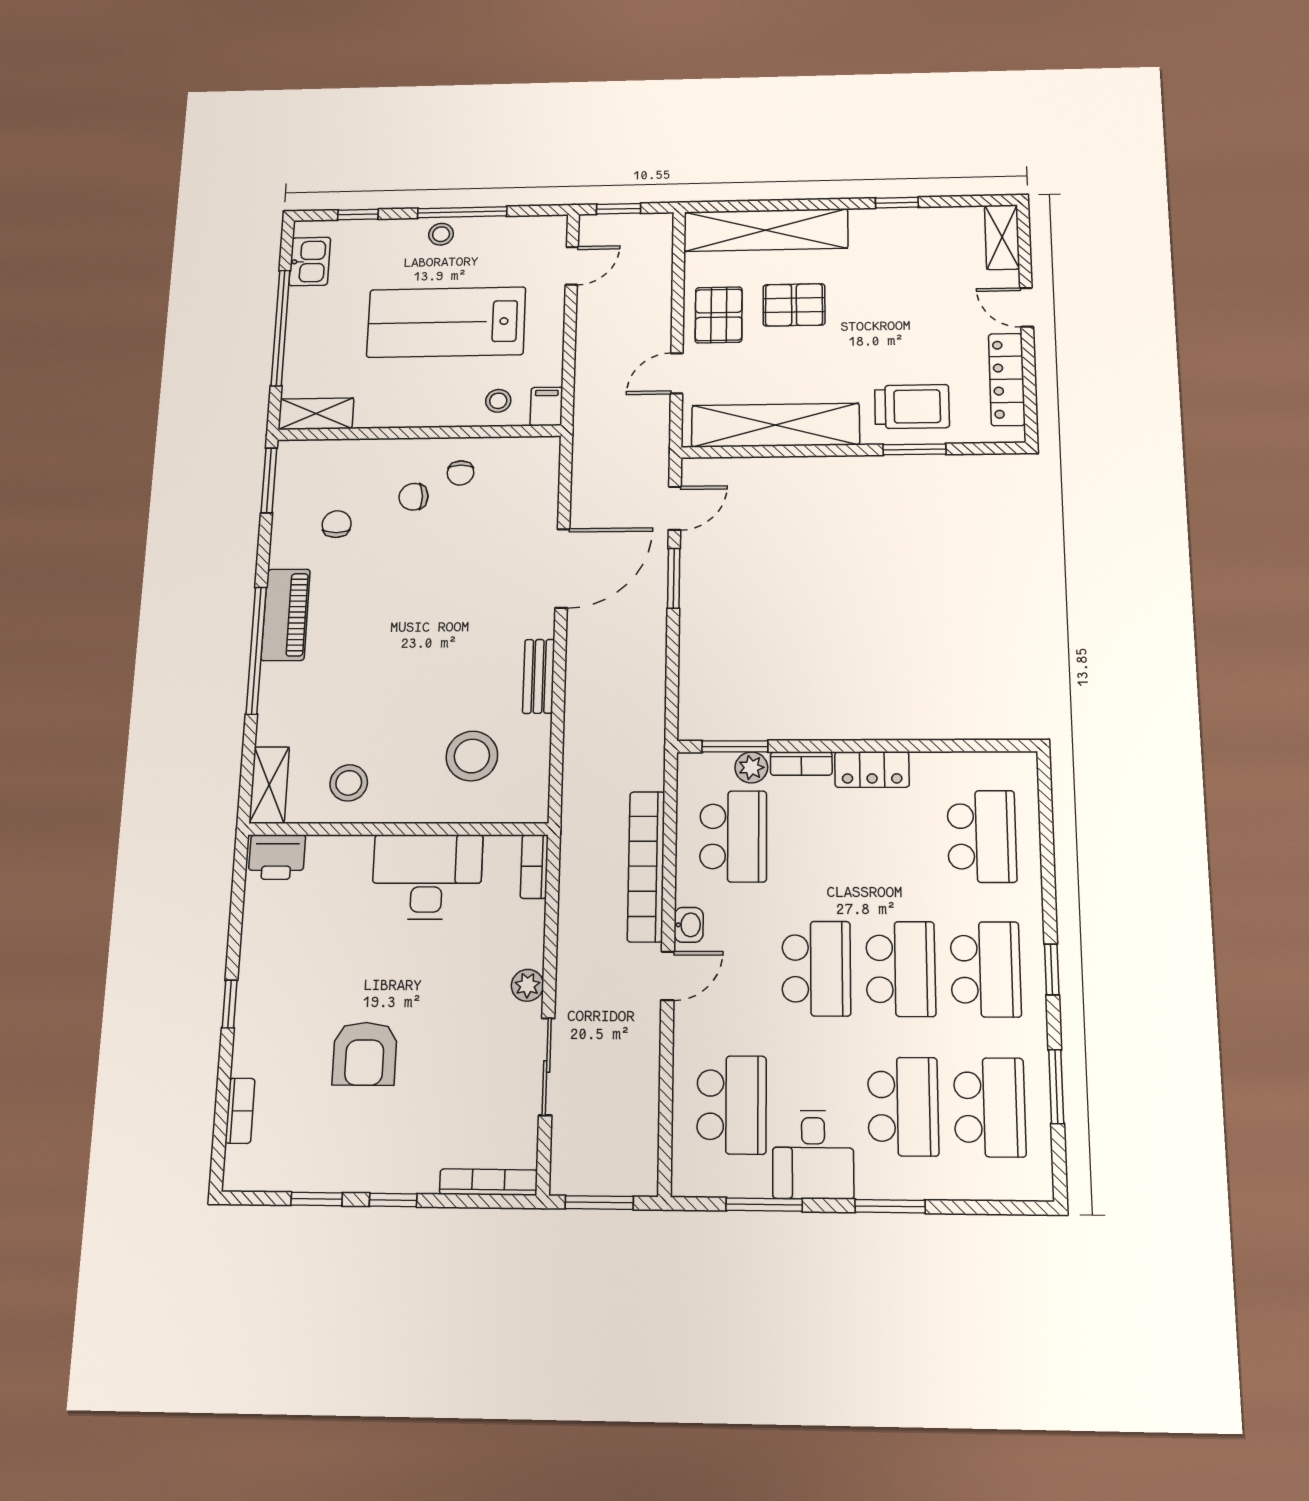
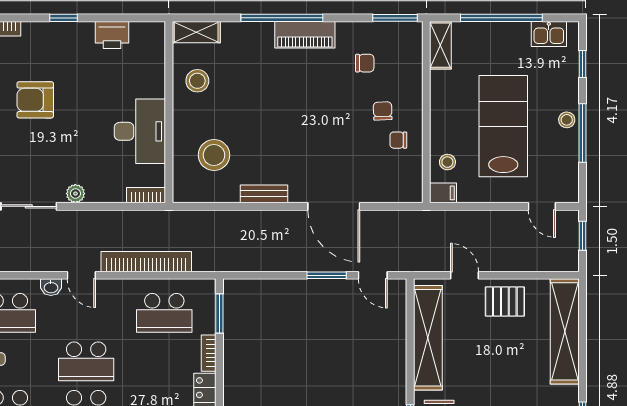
pallet: (794, 305) -> (511, 349), removed
plant: (751, 768) -> (206, 323), removed
printer: (277, 857) -> (112, 35), moved, turned -90
washbasin: (689, 925) -> (51, 287), moved

